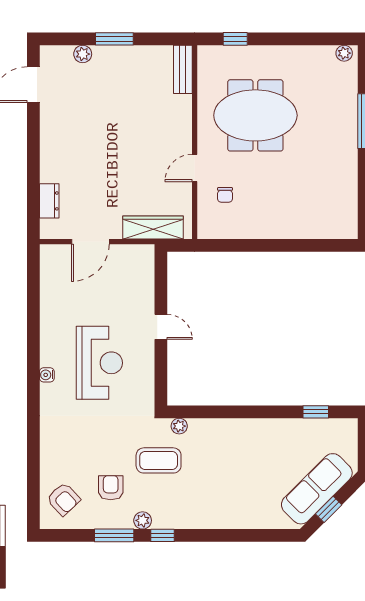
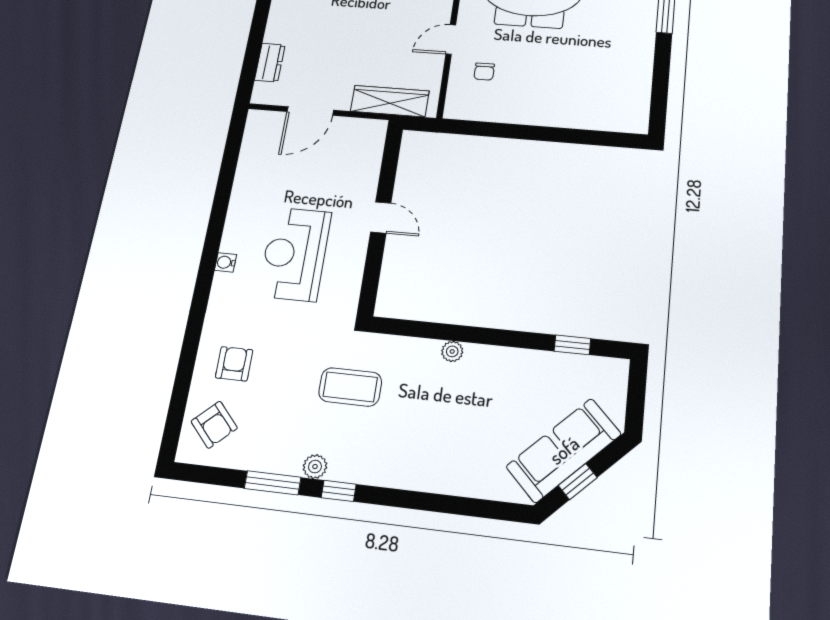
reception desk: (99, 363) -> (295, 254), turned 180
plant: (179, 426) -> (452, 351), moved
armchair: (111, 488) -> (234, 364), moved

